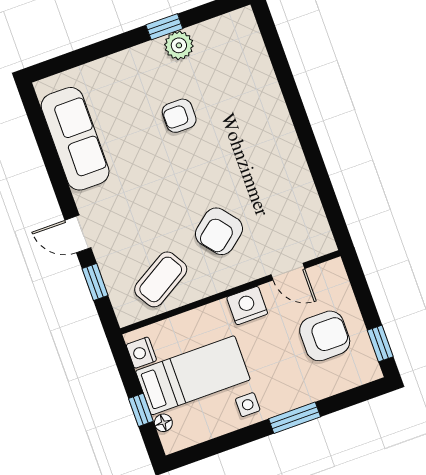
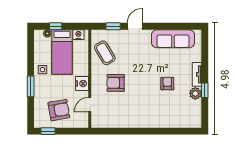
tv unit: (135, 57) -> (197, 74), added
armchair: (219, 231) -> (116, 83), turned -51
armchair: (325, 336) -> (59, 110), turned -100

